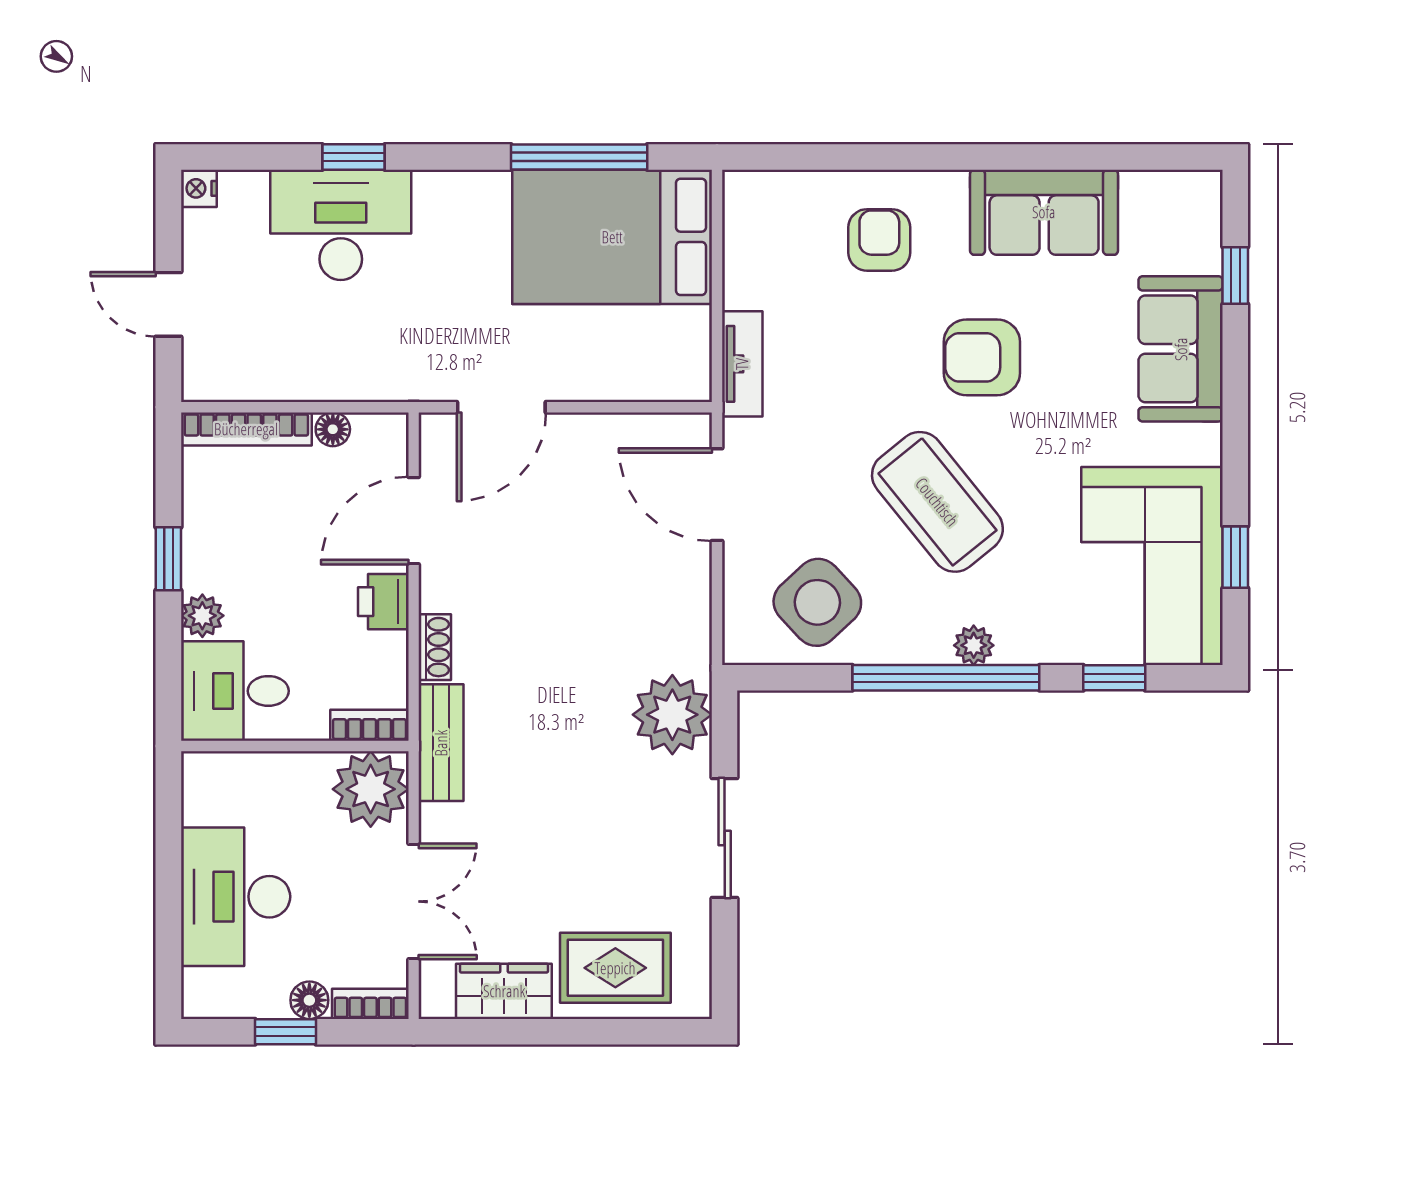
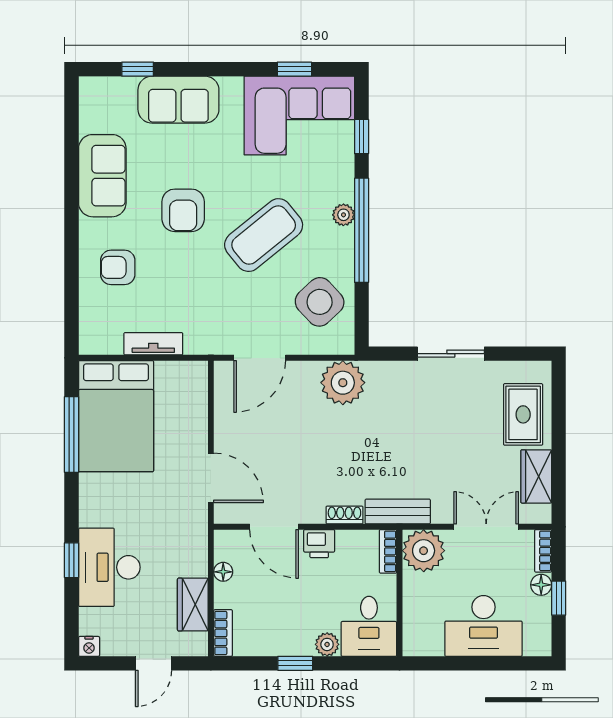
tv unit: (742, 364) -> (153, 344), moved
wardrobe: (274, 375) -> (193, 605), added
bookcase: (246, 429) -> (223, 633), width x0.64
plant: (672, 715) -> (343, 383), moved

